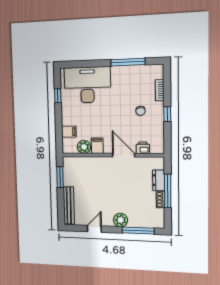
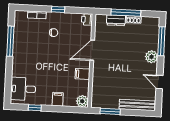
desk: (87, 85) -> (23, 89), width x0.53, depth x0.77
filing cabinet: (69, 132) -> (58, 99), moved
plant: (84, 147) -> (82, 101), moved
printer: (143, 148) -> (87, 19), moved

